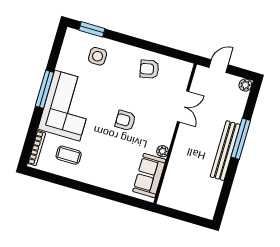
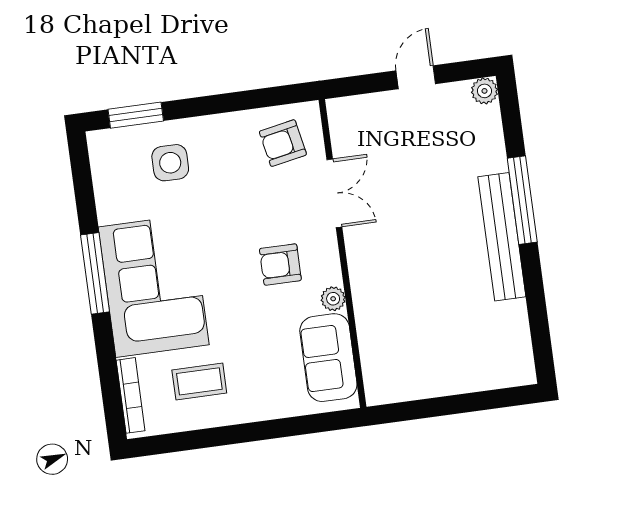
double door: (183, 106) -> (334, 193), moved
wall: (175, 134) -> (343, 253), moved
plant: (163, 151) -> (333, 299), moved
sofa: (149, 175) -> (328, 358), moved

